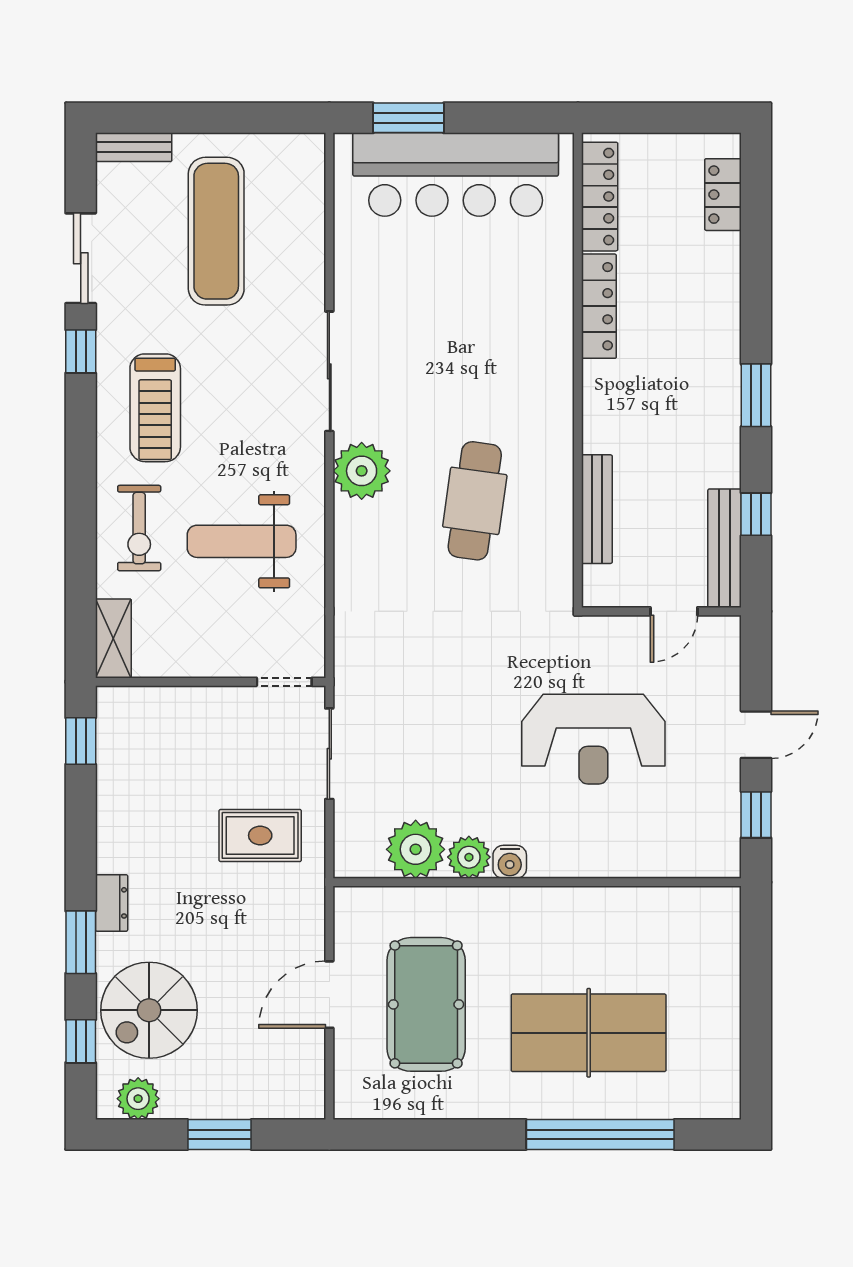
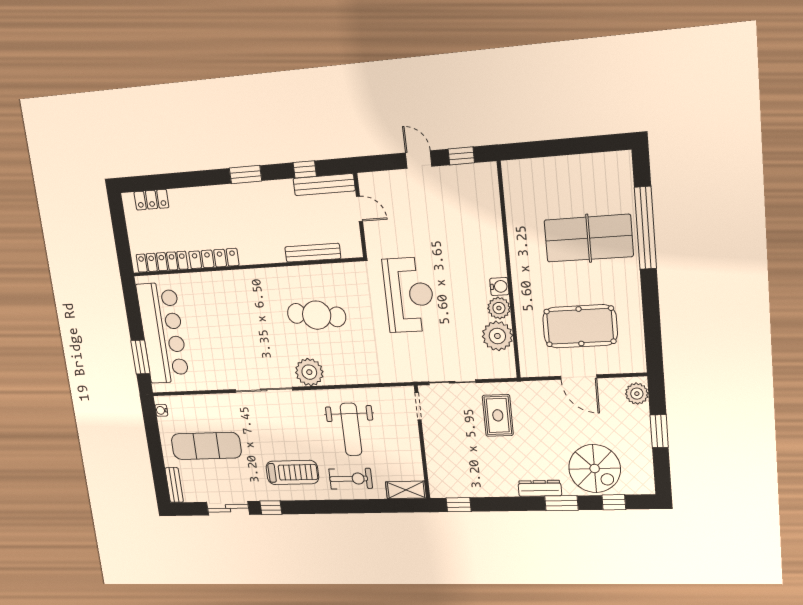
water cooler: (295, 145) -> (161, 410), added
reception desk: (593, 739) -> (409, 295), moved
dresser: (112, 903) -> (540, 488), width x1.44
table tennis table: (589, 1033) -> (589, 238), turned 90
plant: (138, 1099) -> (637, 394), moved

